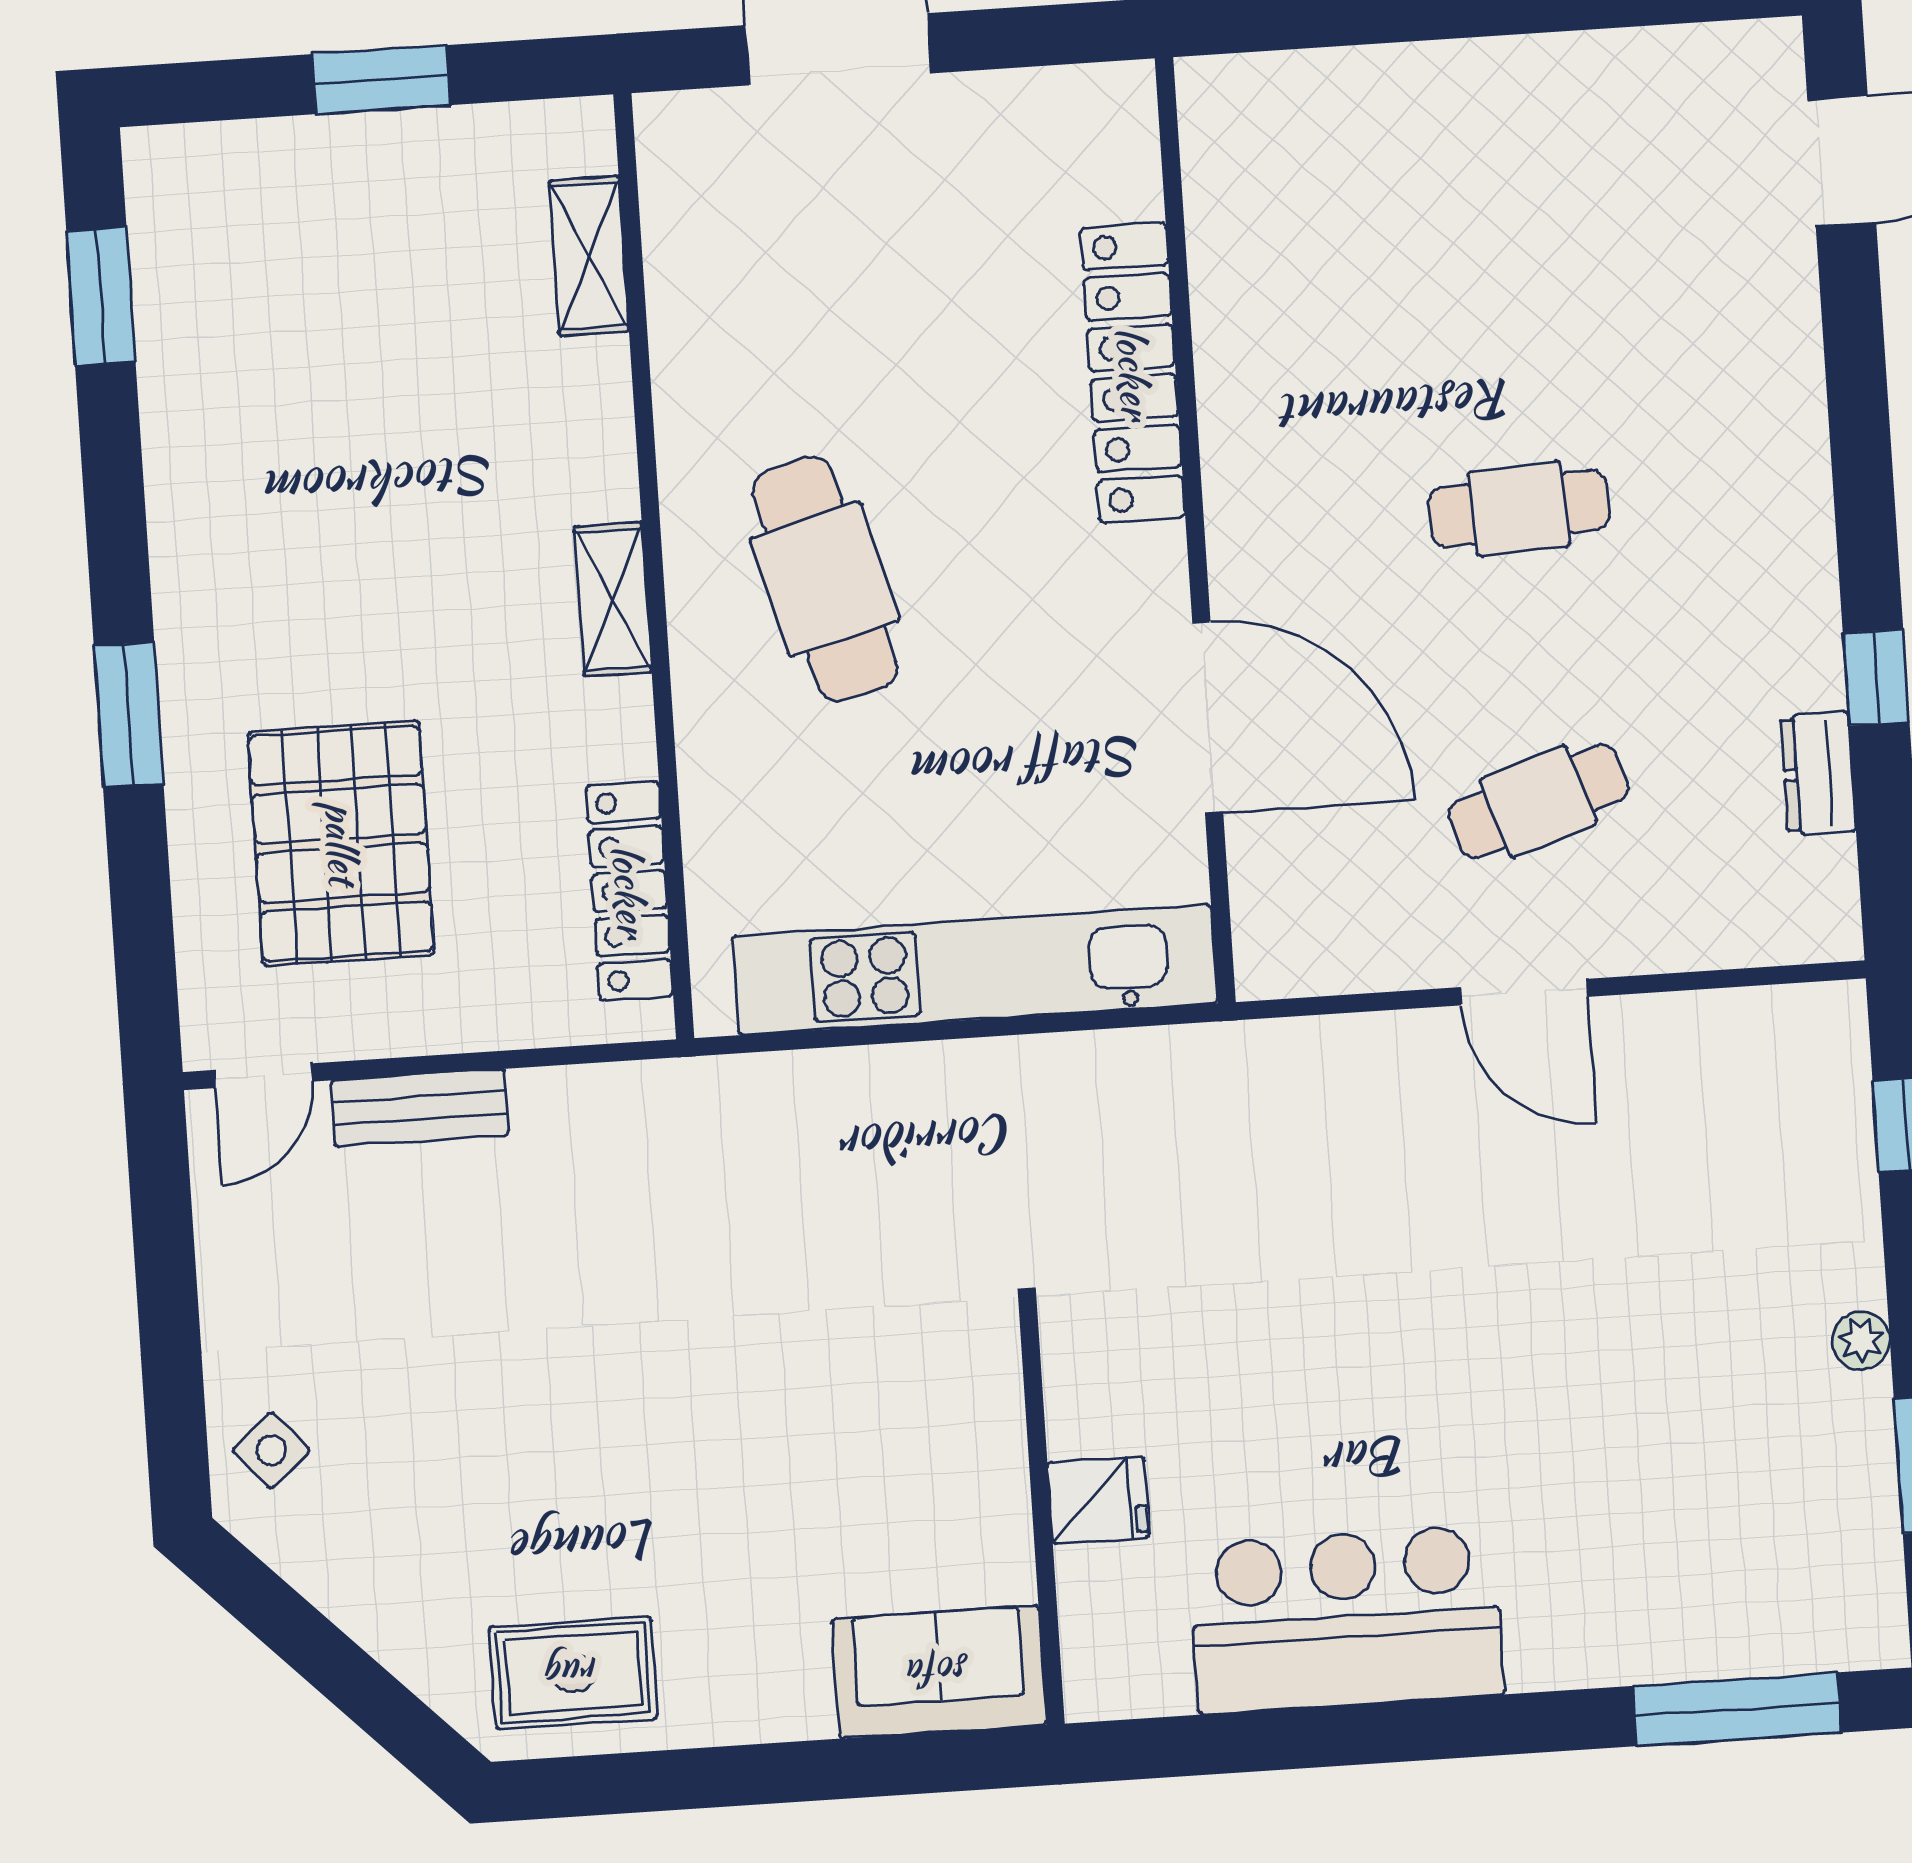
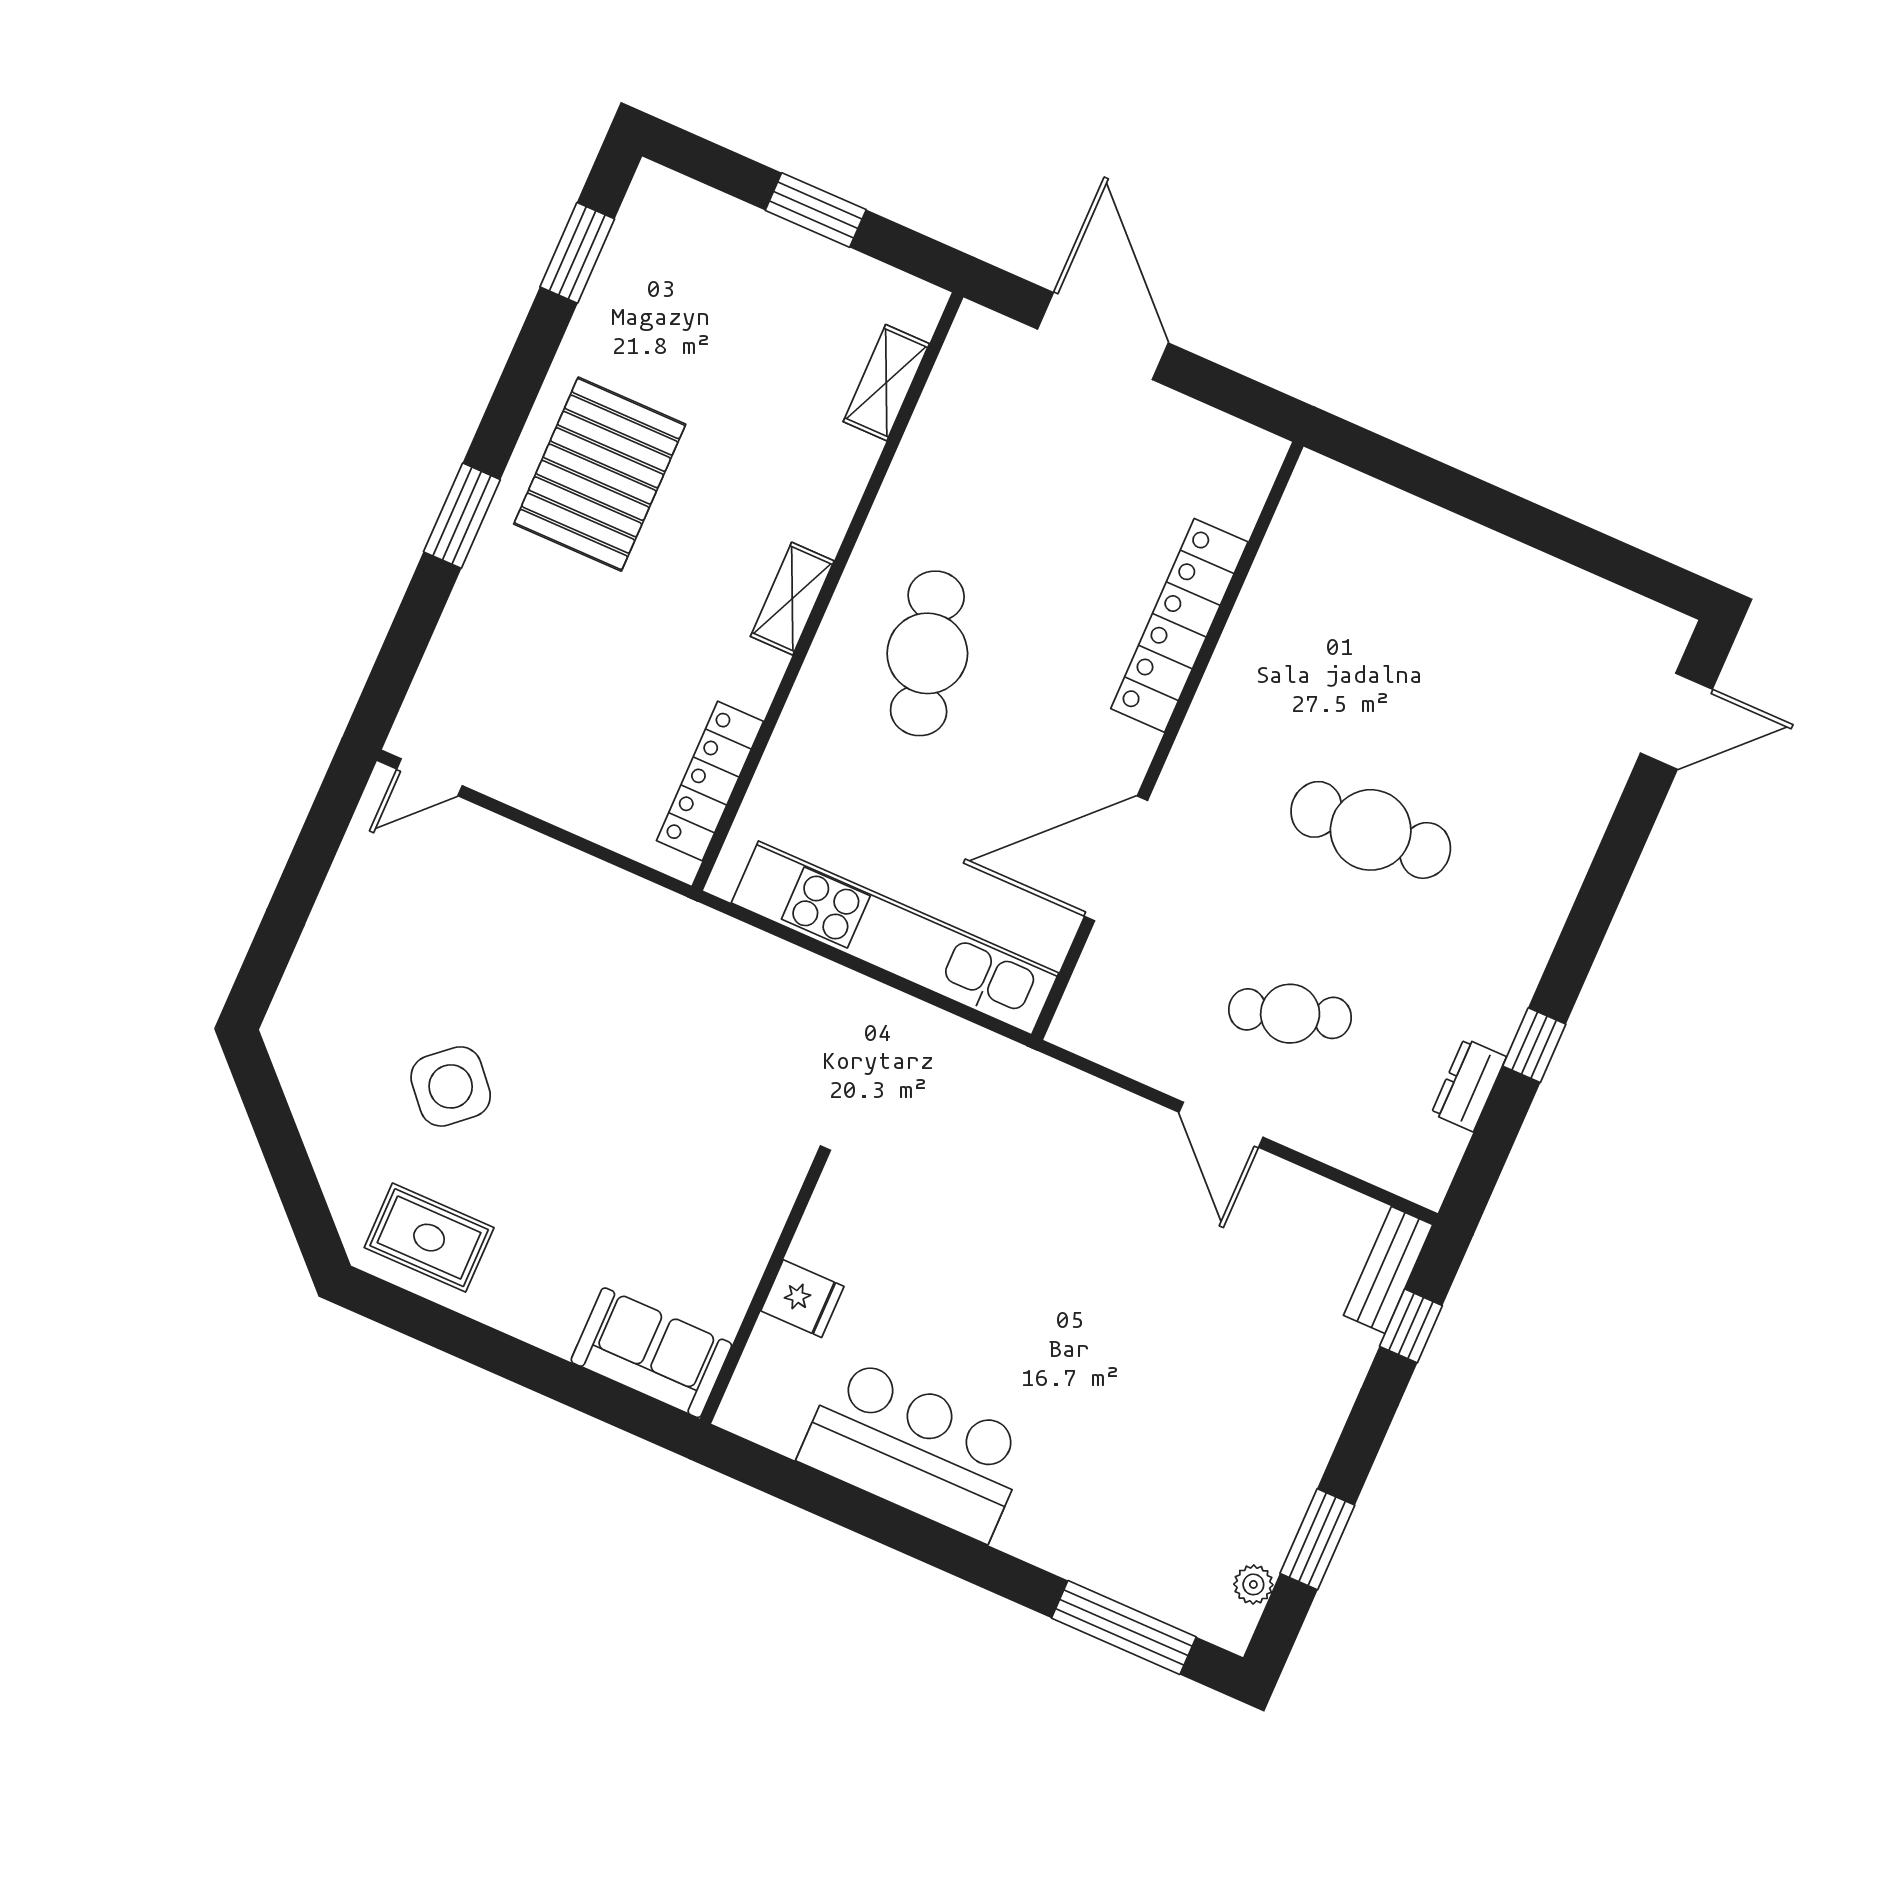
cafe table: (1519, 509) -> (1371, 830), width x1.37, depth x1.35
door: (1208, 718) -> (1116, 858), swing flipped
pallet: (341, 843) -> (600, 474), moved
bench: (420, 1108) -> (1388, 1270), moved, turned 90
plant: (1861, 1340) -> (1253, 1584), moved
side table: (271, 1450) -> (451, 1086), moved, width x1.87, depth x1.87

